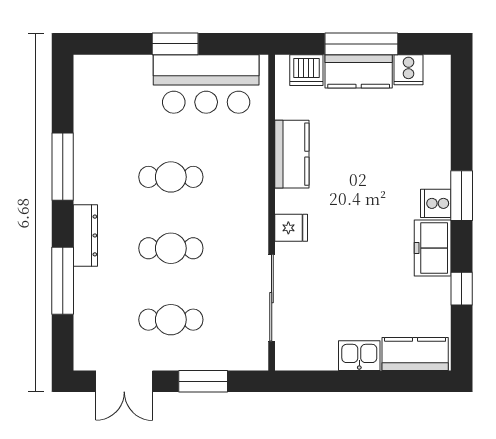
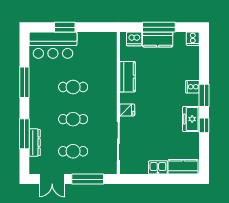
window: (175, 44) -> (65, 27), moved
cooker: (408, 70) -> (193, 39), moved
bar counter: (206, 84) -> (53, 45), moved
cooker: (436, 203) -> (192, 87), moved
dresser: (85, 235) -> (35, 143), moved
window: (462, 289) -> (204, 125), moved
window: (203, 381) -> (88, 179), width x1.44

